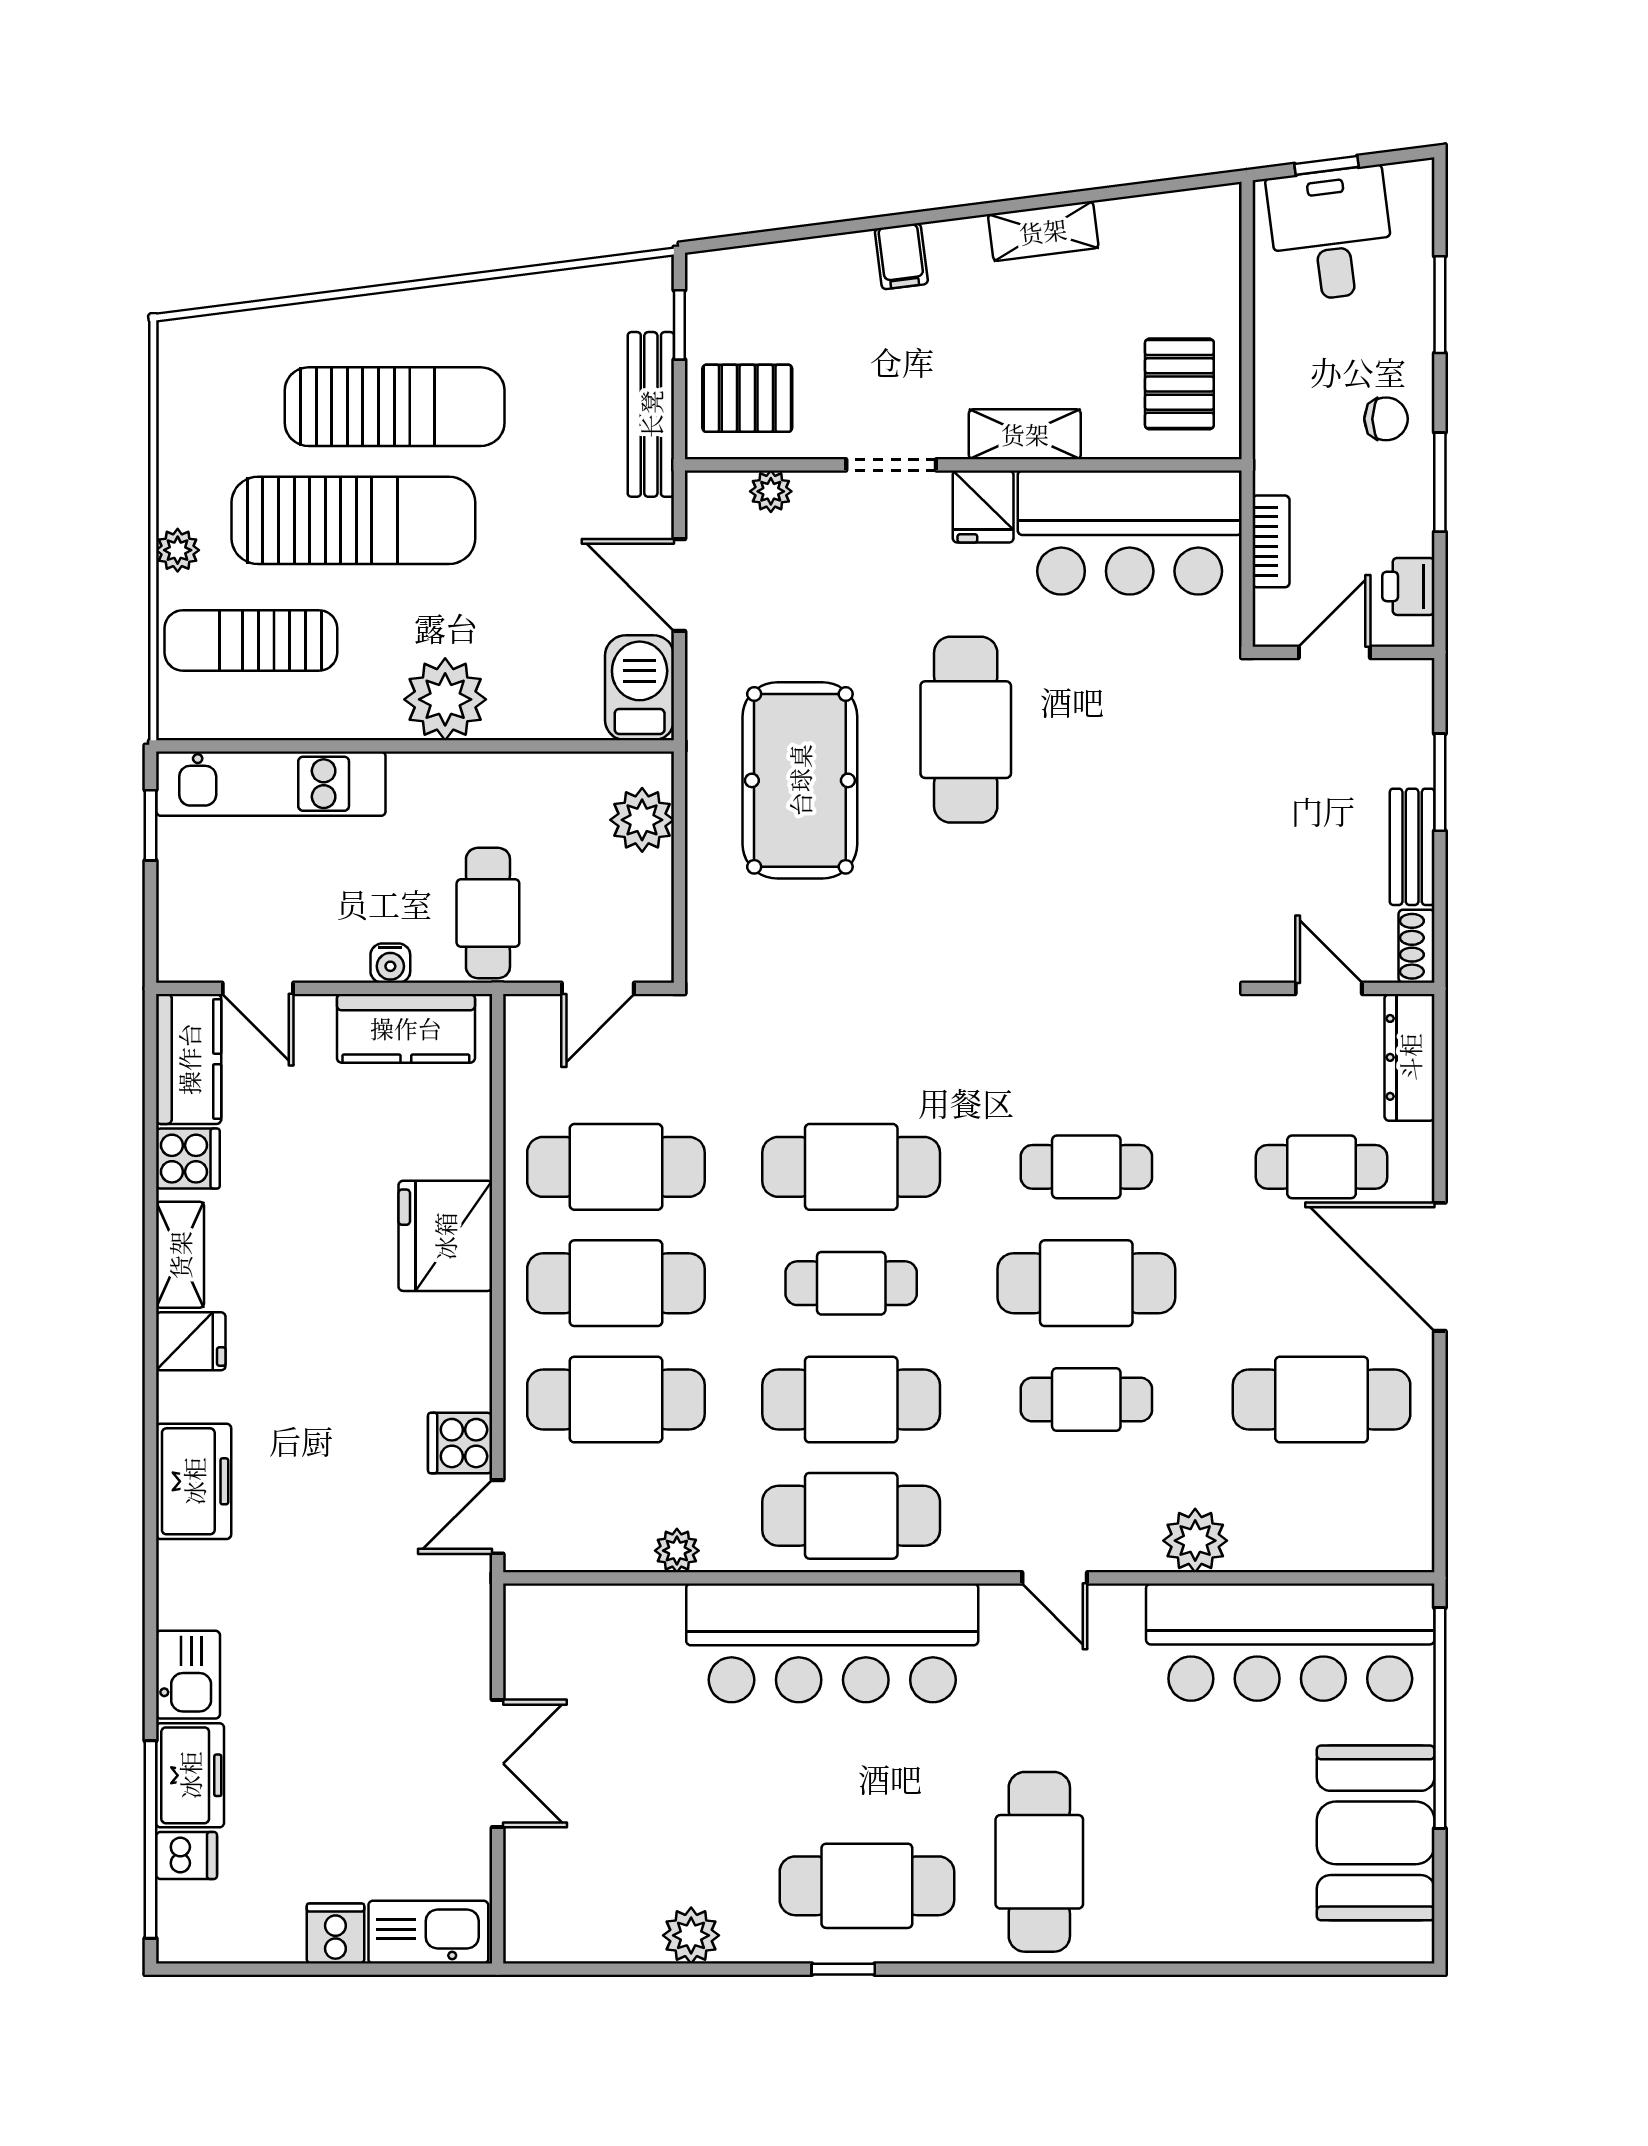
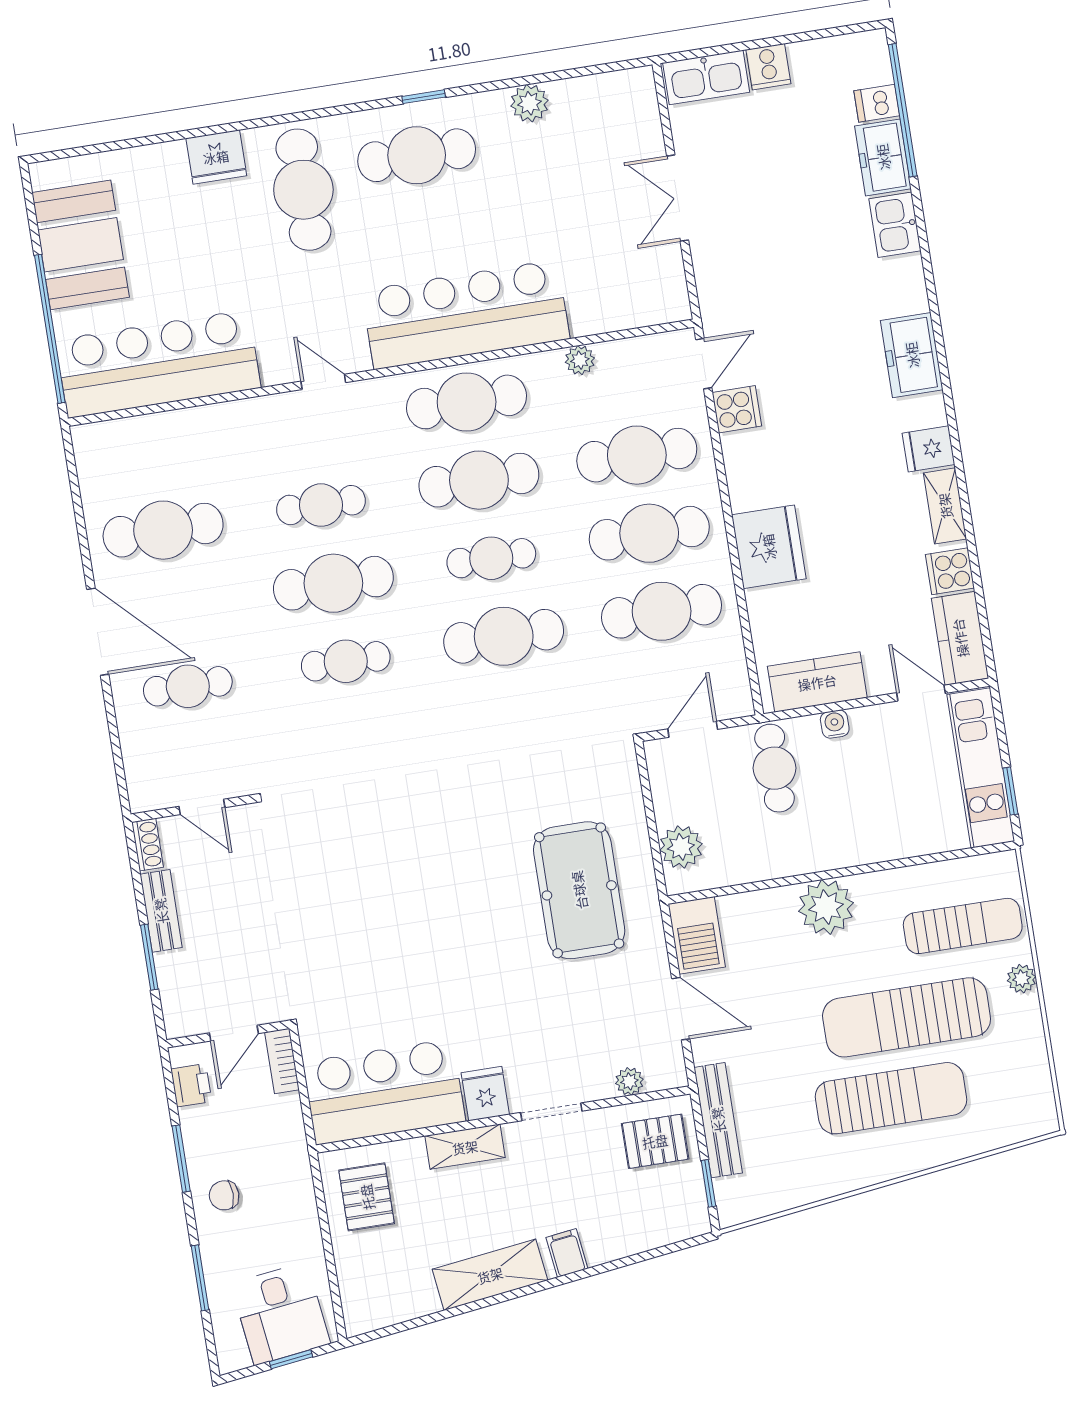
shelving: (1043, 231) -> (490, 1275), width x1.50, depth x1.33
sun lounger: (395, 407) -> (891, 1098), turned 180
bookcase: (1271, 541) -> (282, 1061), moved
cafe table: (966, 730) -> (473, 942), removed
kitchen unit: (271, 784) -> (981, 768), moved, turned -90
dresser: (1410, 1057) -> (140, 769), removed
plant: (1195, 1541) -> (233, 422), removed
fridge: (1158, 1929) -> (216, 157), added

